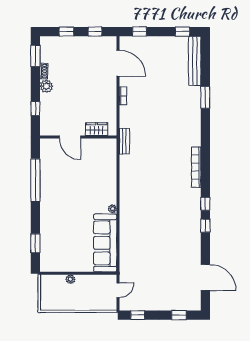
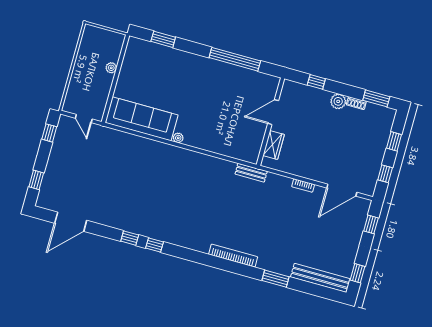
bookcase: (196, 167) -> (233, 256), moved

